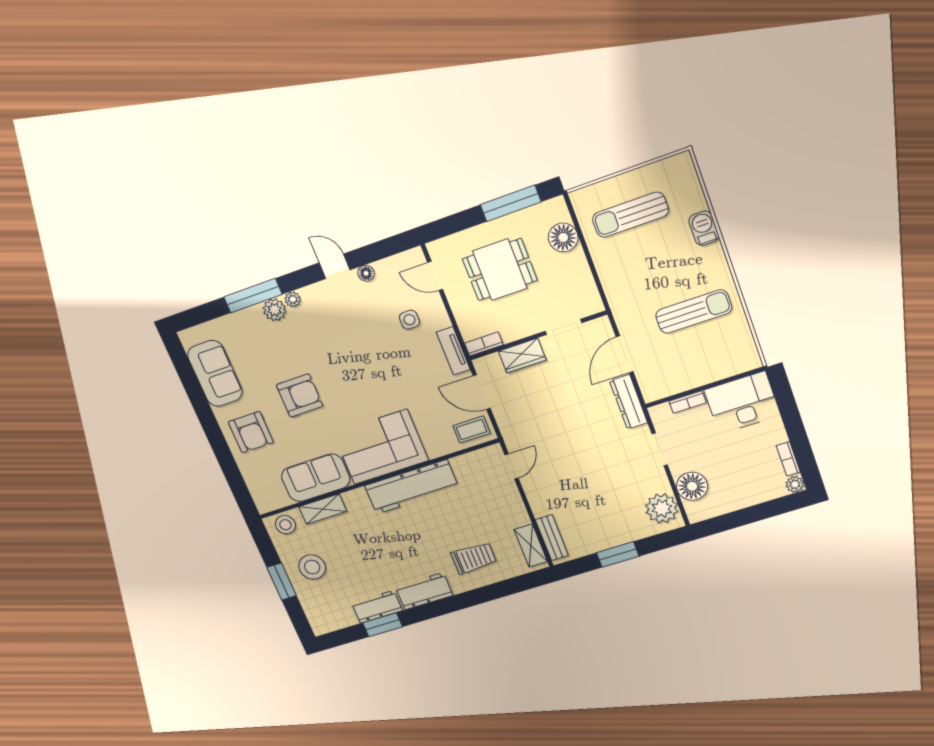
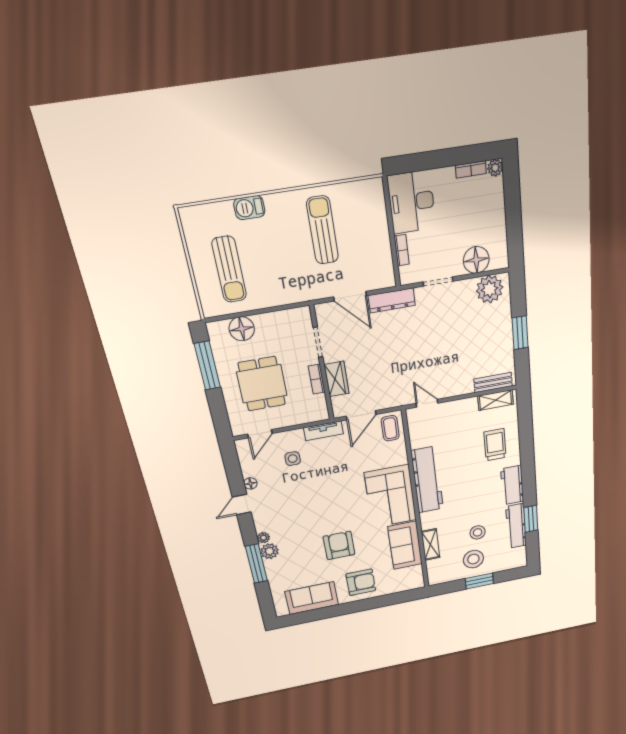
bookcase: (484, 344) -> (317, 379), moved
stool: (285, 525) -> (478, 532), moved
workbench: (377, 607) -> (516, 526), width x1.38

